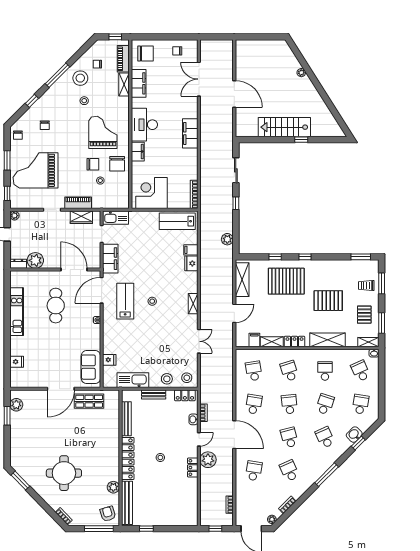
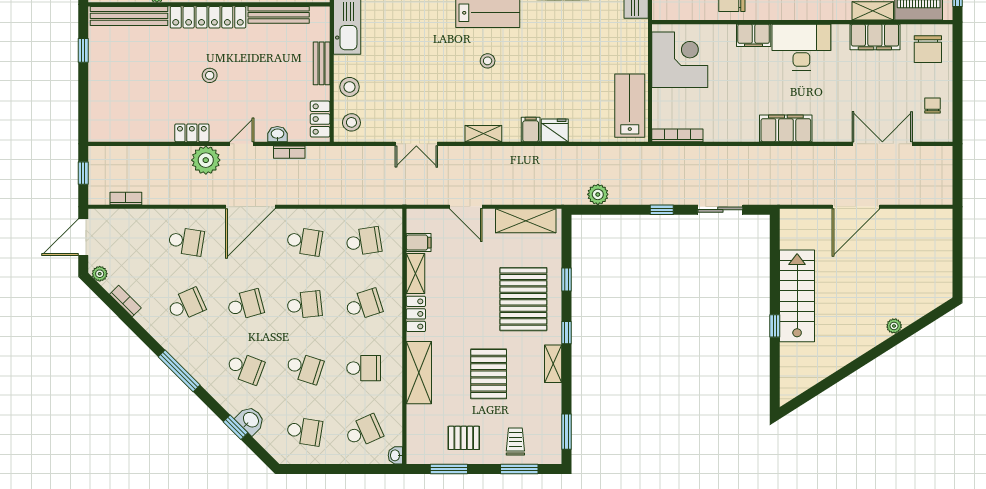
filing cabinet: (191, 250) -> (531, 130), moved
shelving: (368, 342) -> (553, 364), moved
school desk: (325, 437) -> (245, 368), turned 45
door: (199, 439) -> (242, 144), swing flipped

